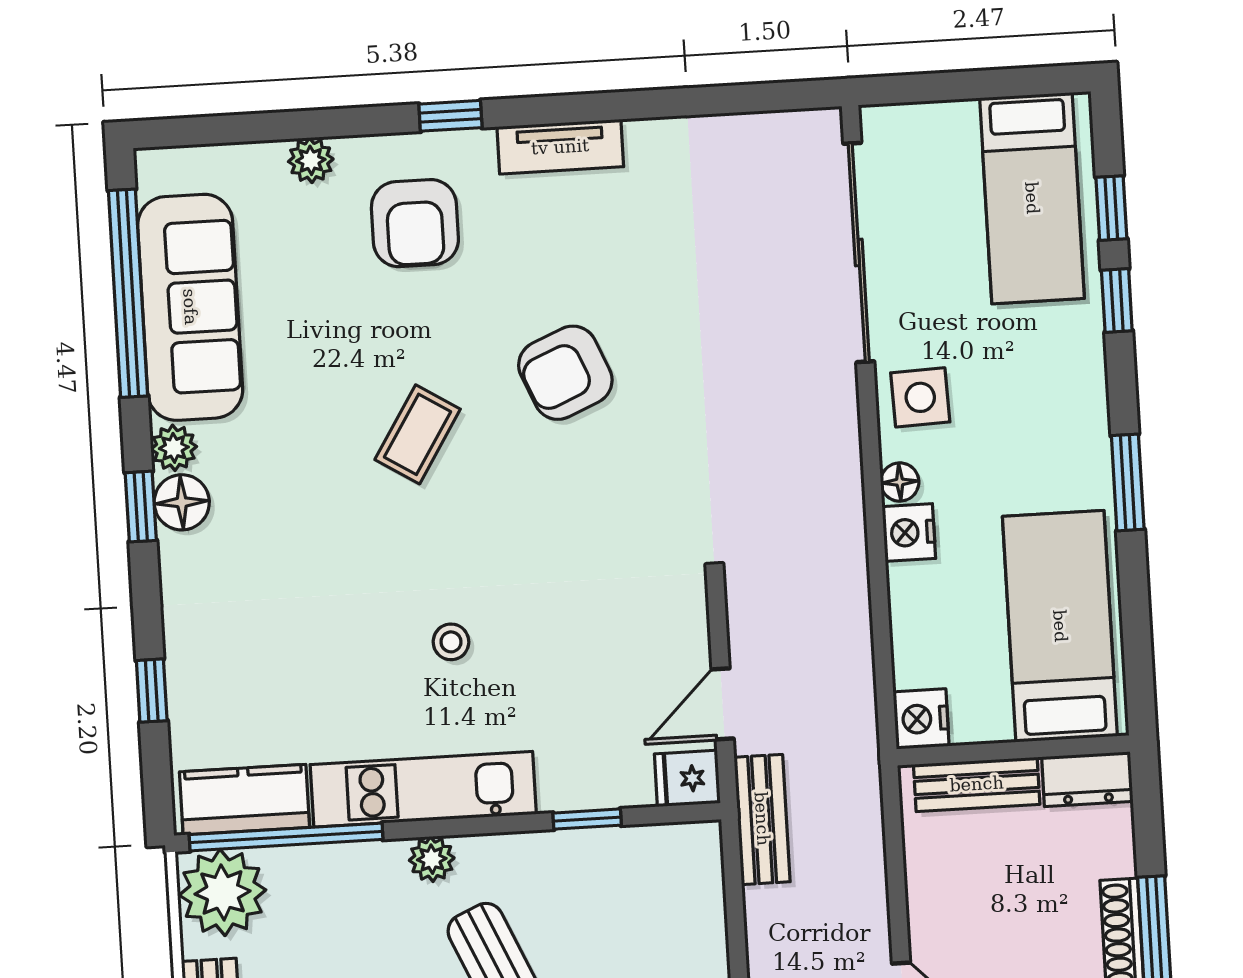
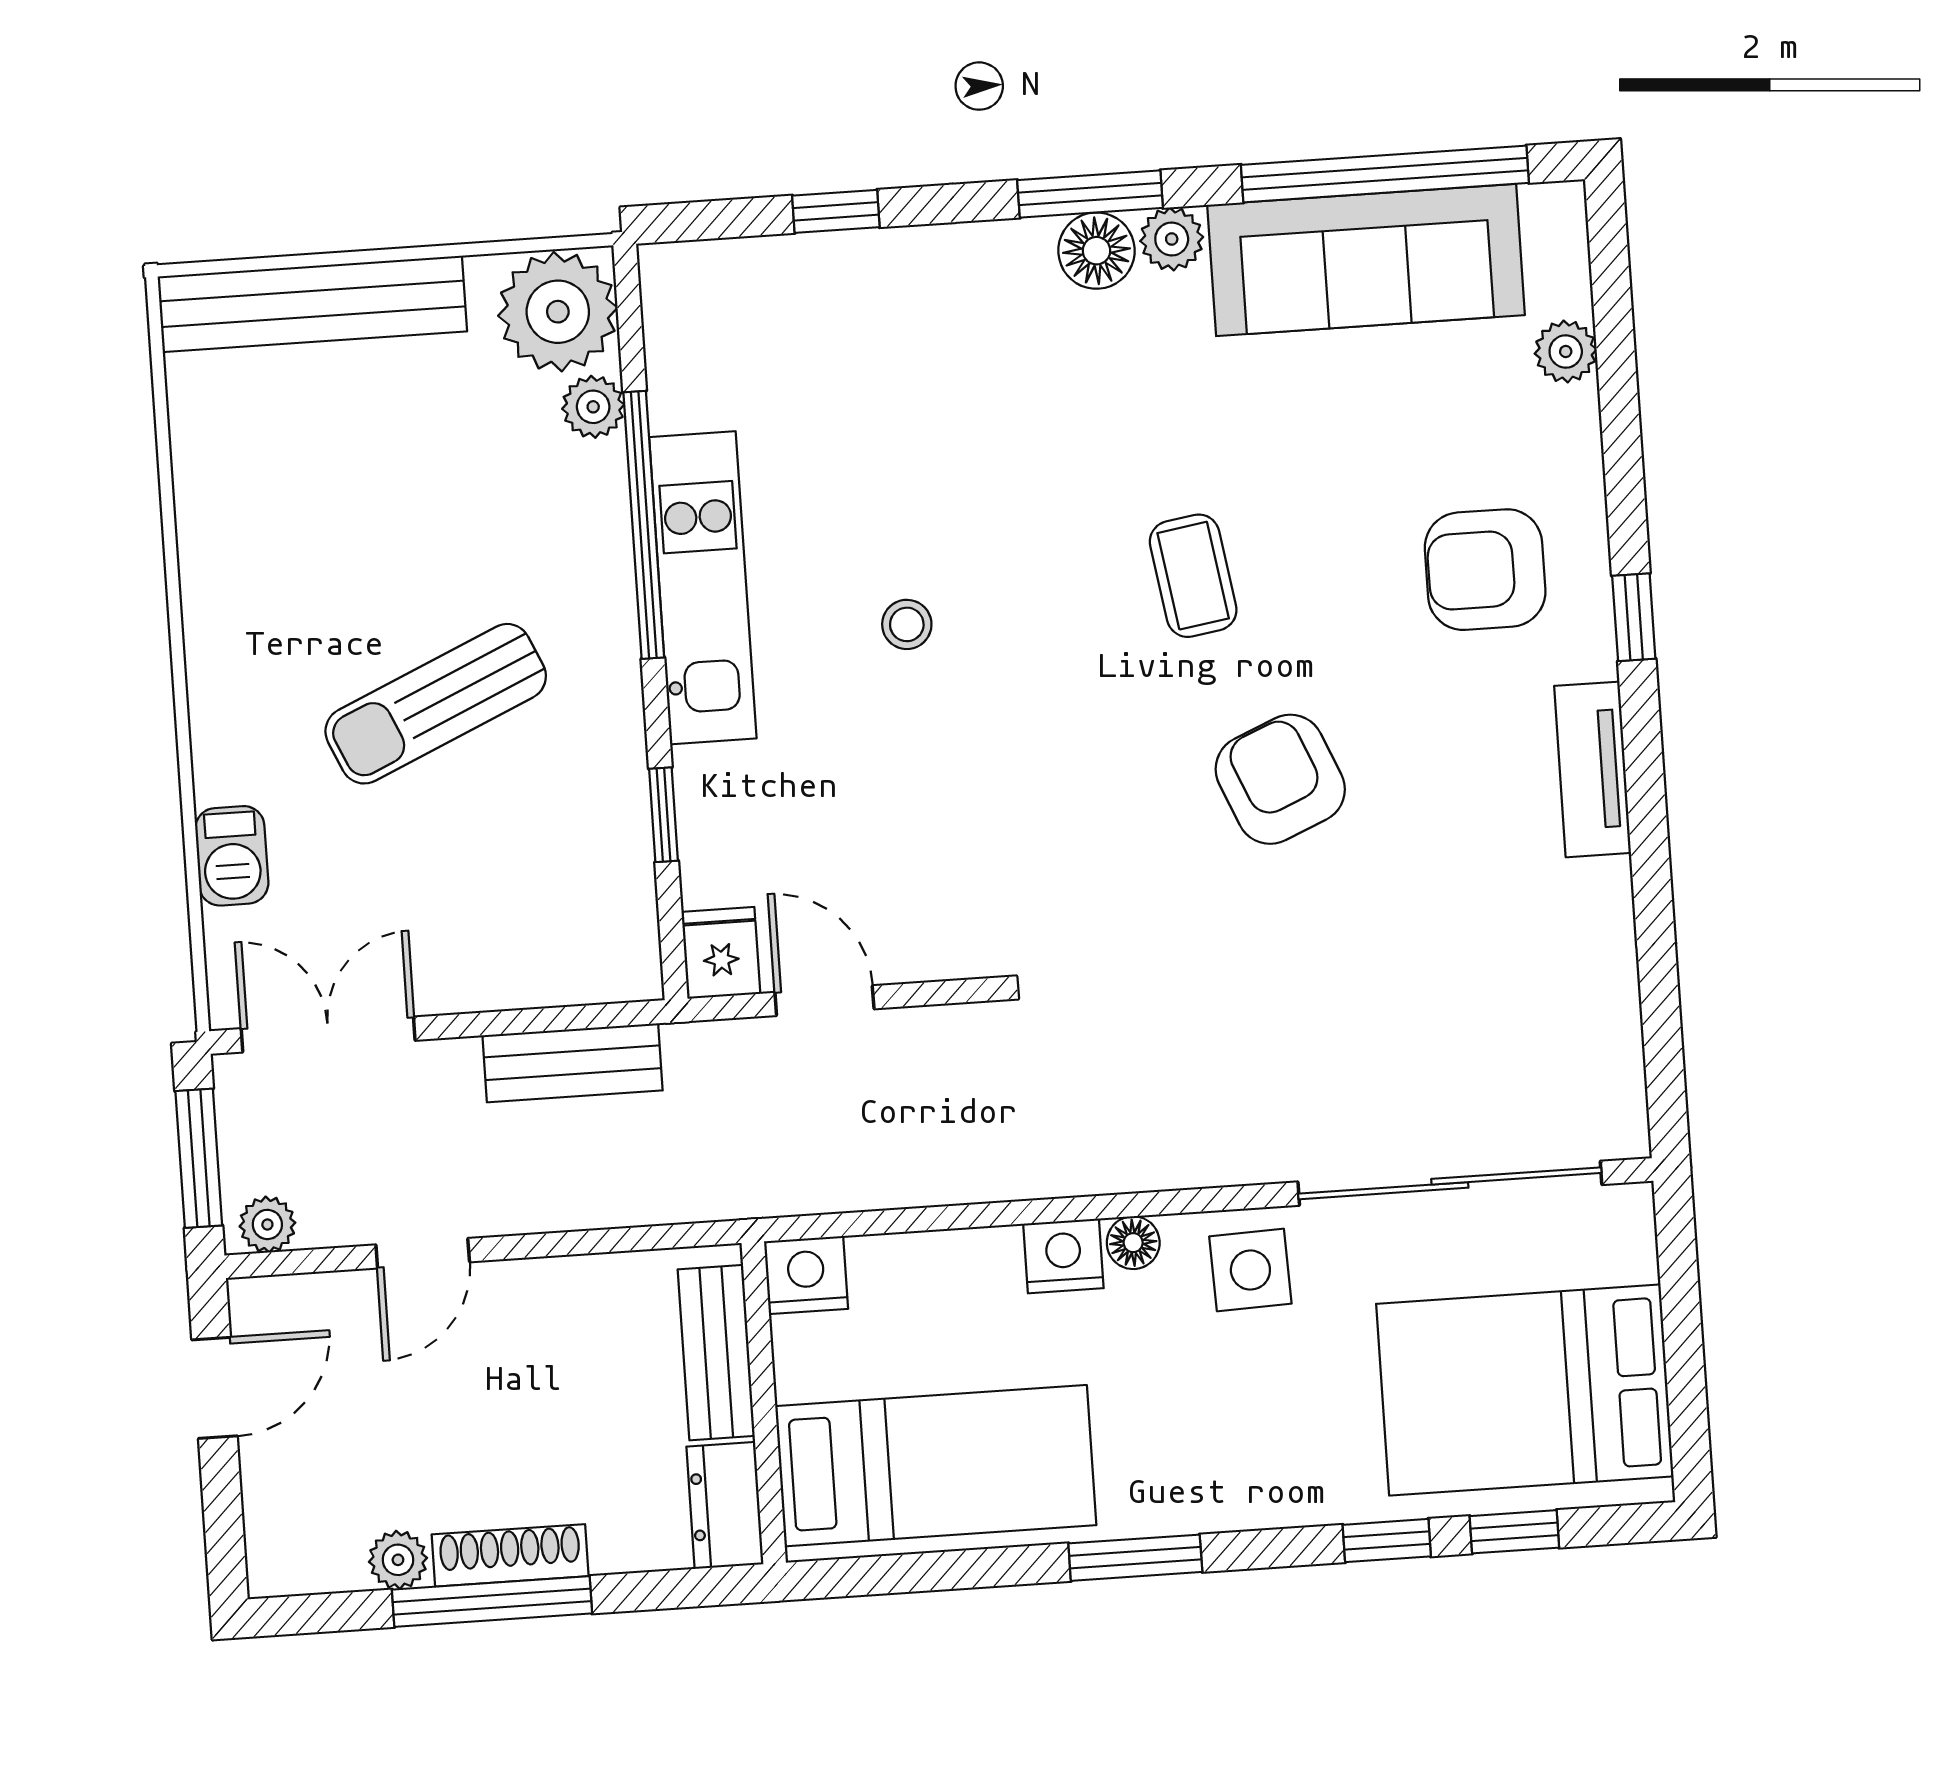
plant: (311, 160) -> (1566, 351), moved
bed: (1032, 198) -> (1525, 1390), width x1.50
coffee table: (418, 434) -> (1193, 576), turned 49
window: (141, 507) -> (1090, 194), width x1.50
kitchen counter: (244, 800) -> (686, 341), removed
bench: (762, 819) -> (572, 1063), moved
window: (286, 837) -> (644, 525), moved
plant: (432, 859) -> (593, 407), moved

